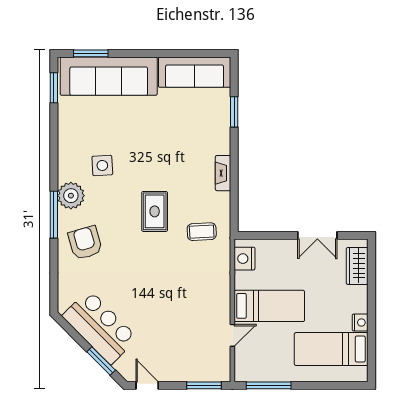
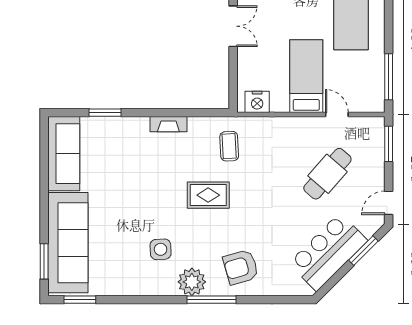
cafe table: (175, 326) -> (327, 174), added

